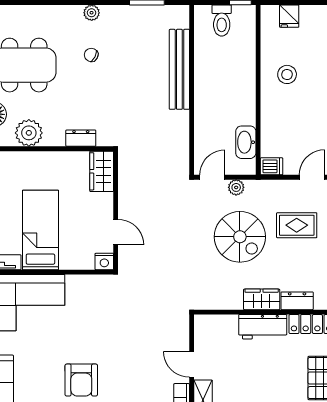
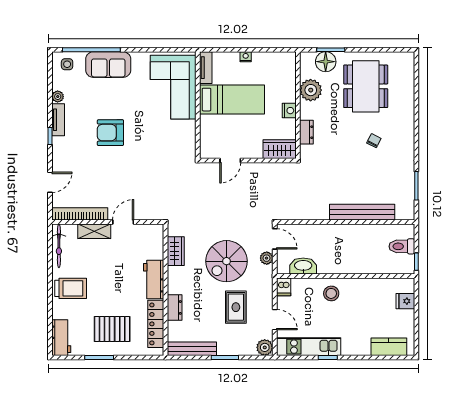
plant: (92, 13) -> (408, 141), removed
stool: (287, 74) -> (331, 293), moved
nightstand: (104, 262) -> (289, 111), moved, turned 180
wardrobe: (262, 299) -> (176, 251), moved

